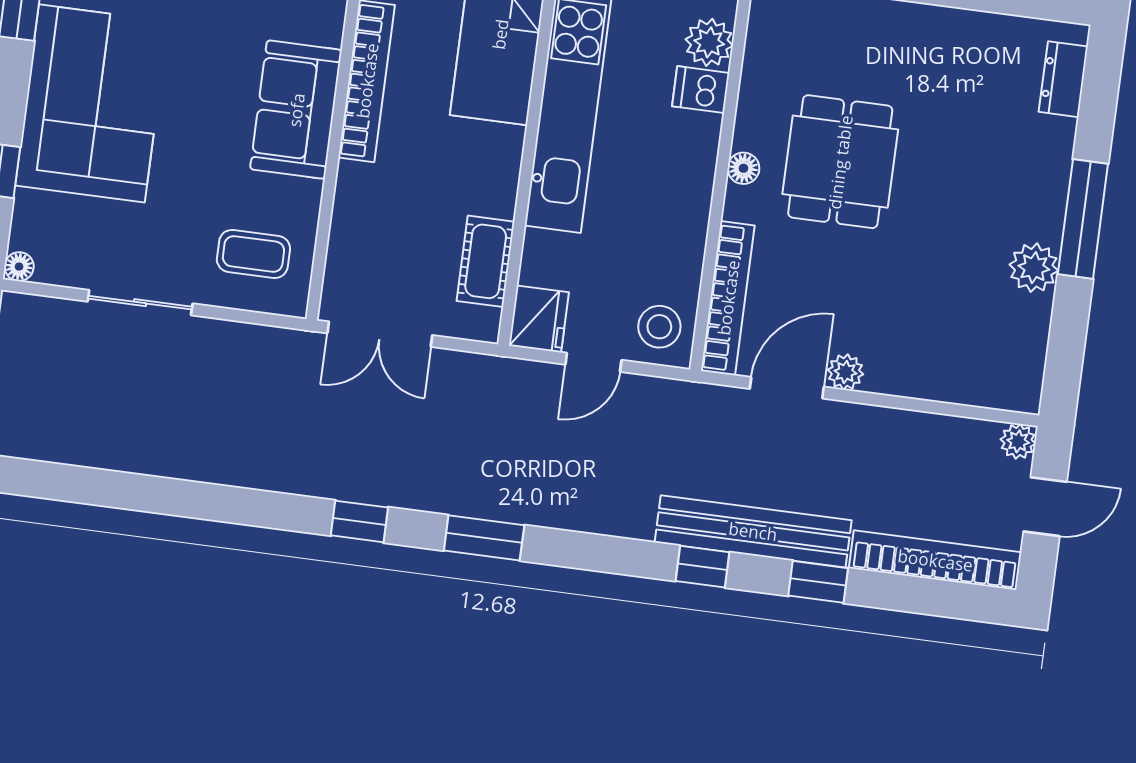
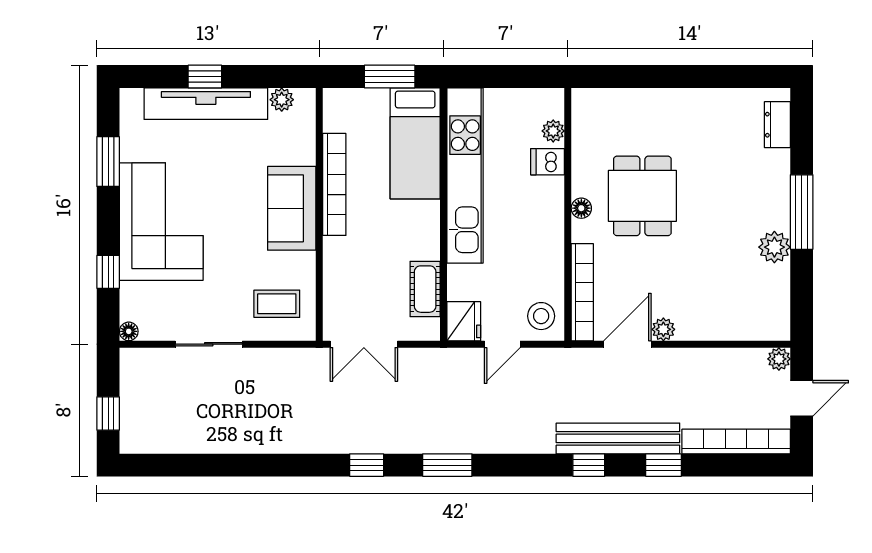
plant: (709, 42) -> (553, 131), width x0.73, depth x0.73

